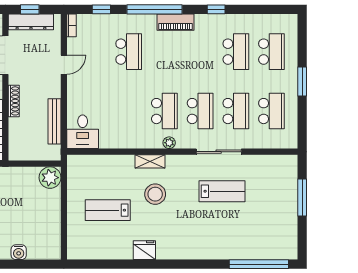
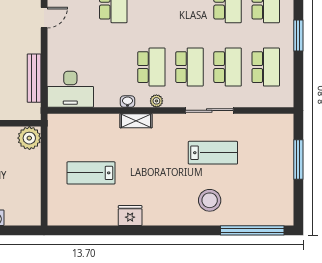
desk: (83, 132) -> (70, 89), width x1.37
washbasin: (142, 143) -> (128, 102), added
stool: (155, 194) -> (210, 200), moved

